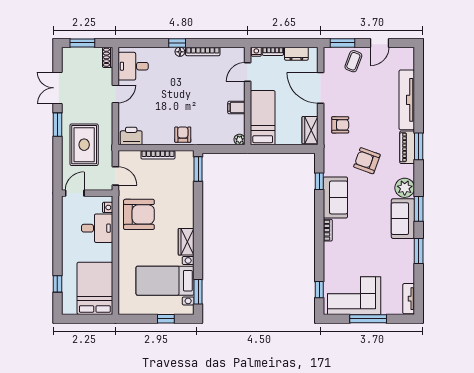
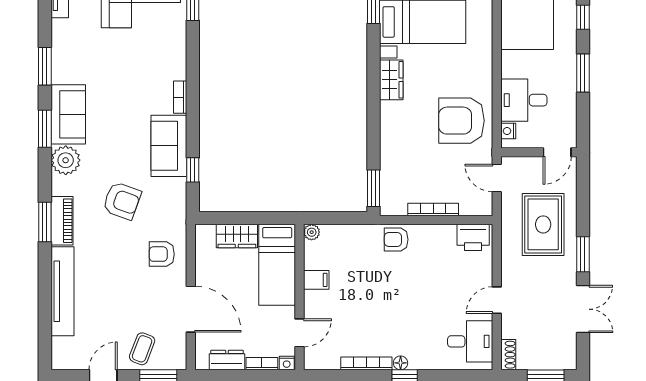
wardrobe: (310, 130) -> (237, 236), moved, turned 90
armchair: (183, 135) -> (396, 240), turned 90
window: (57, 246) -> (583, 73), added

